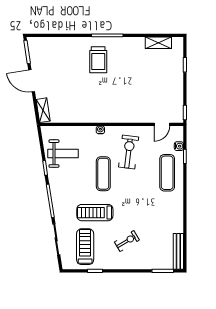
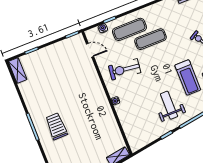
shelving: (158, 43) -> (18, 70), moved
trolley: (98, 60) -> (56, 126), turned -90
weight bench: (63, 154) -> (169, 105), moved
exercise mat: (103, 174) -> (151, 39), moved

